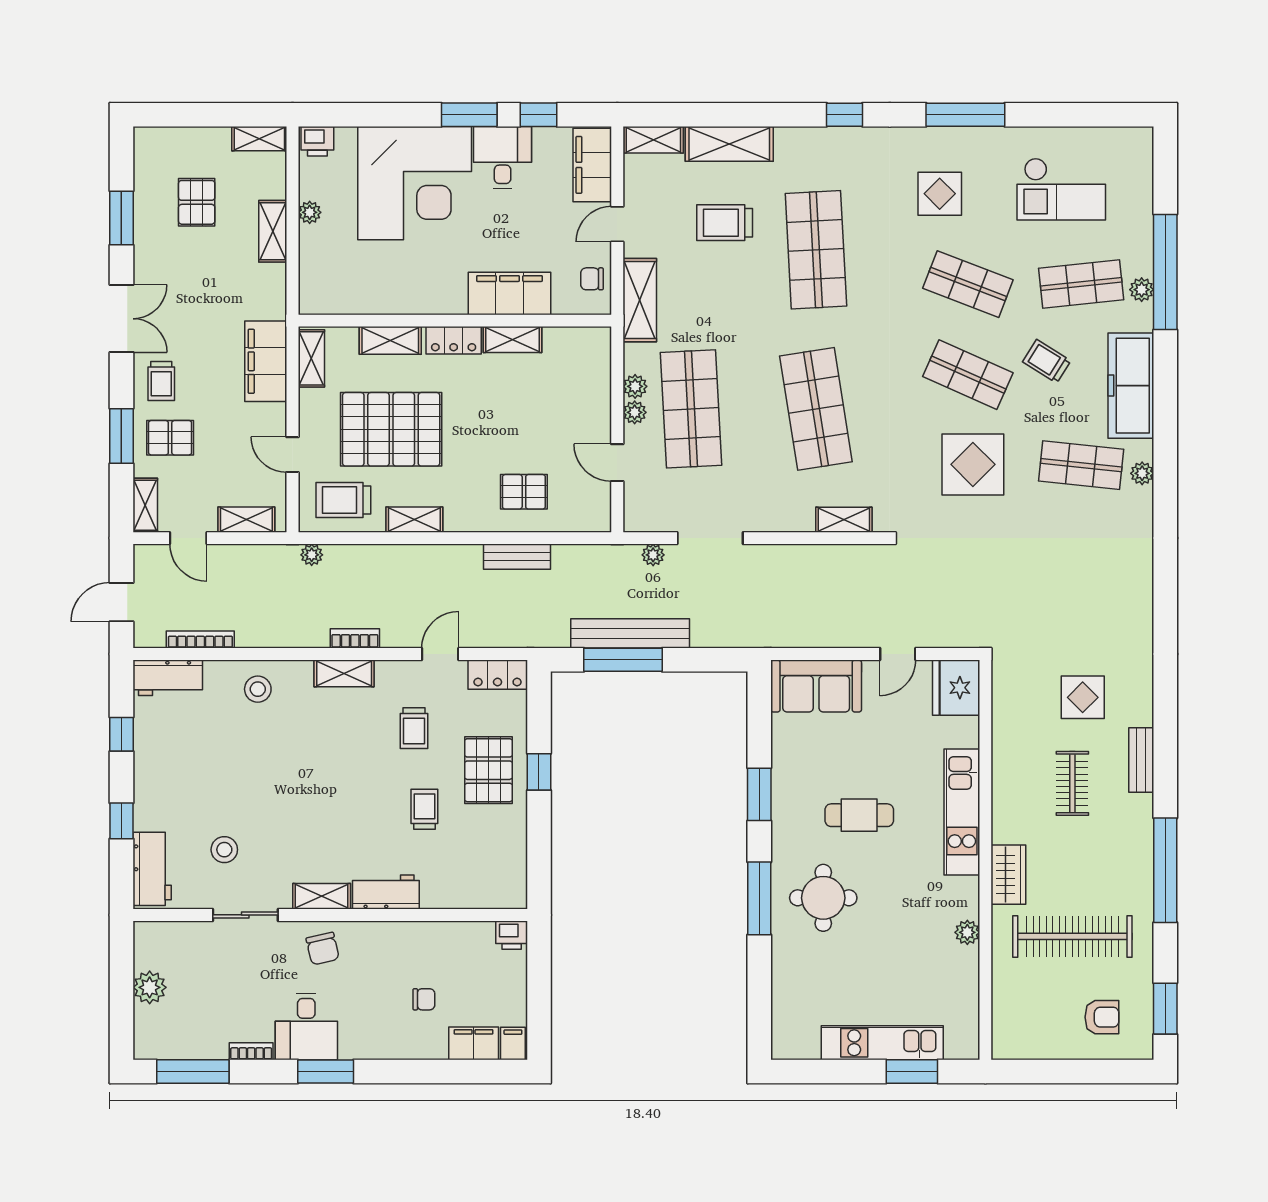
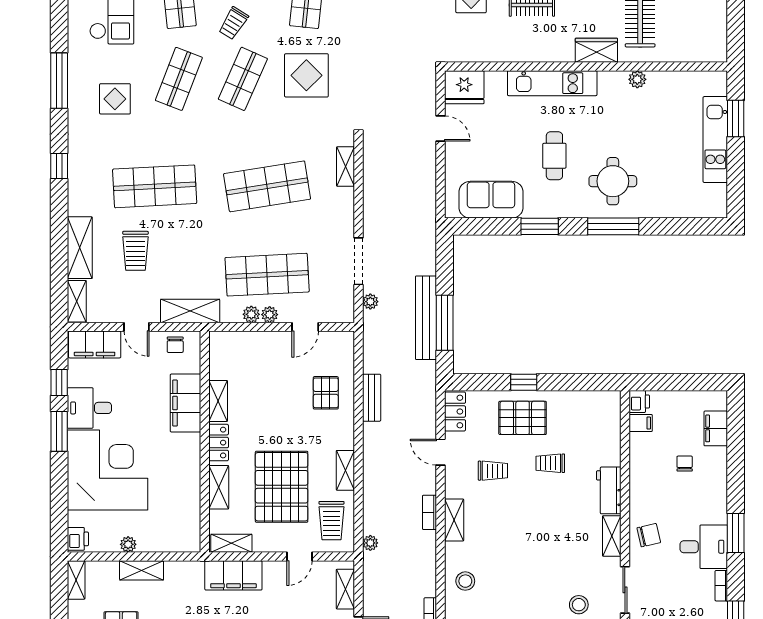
sofa: (816, 686) -> (491, 200), moved, turned -90
filing cabinet: (513, 1044) -> (641, 423), moved, turned 180

